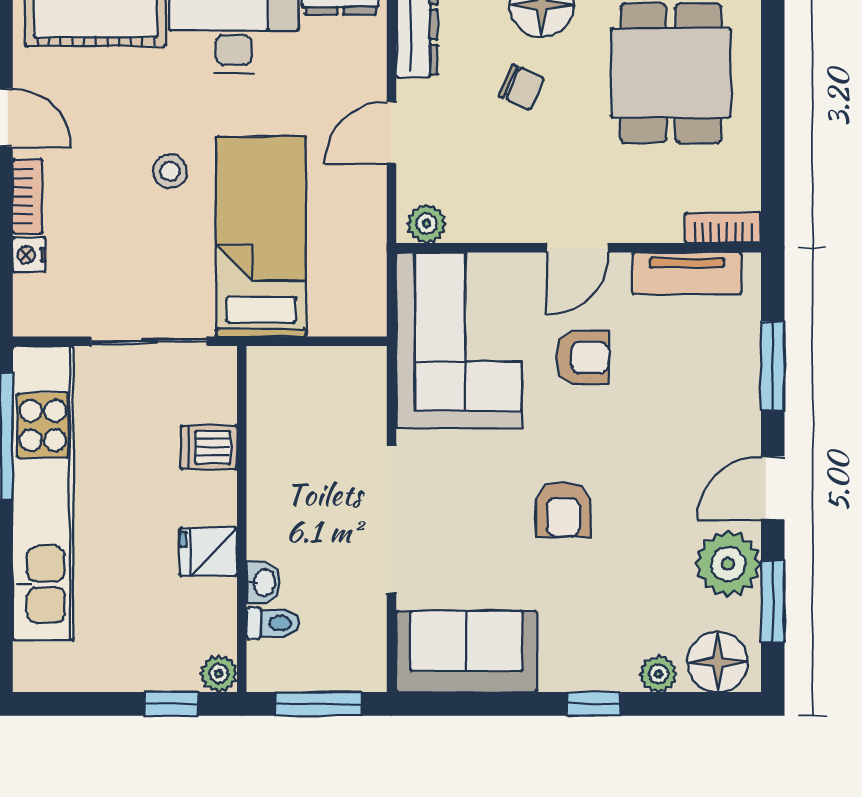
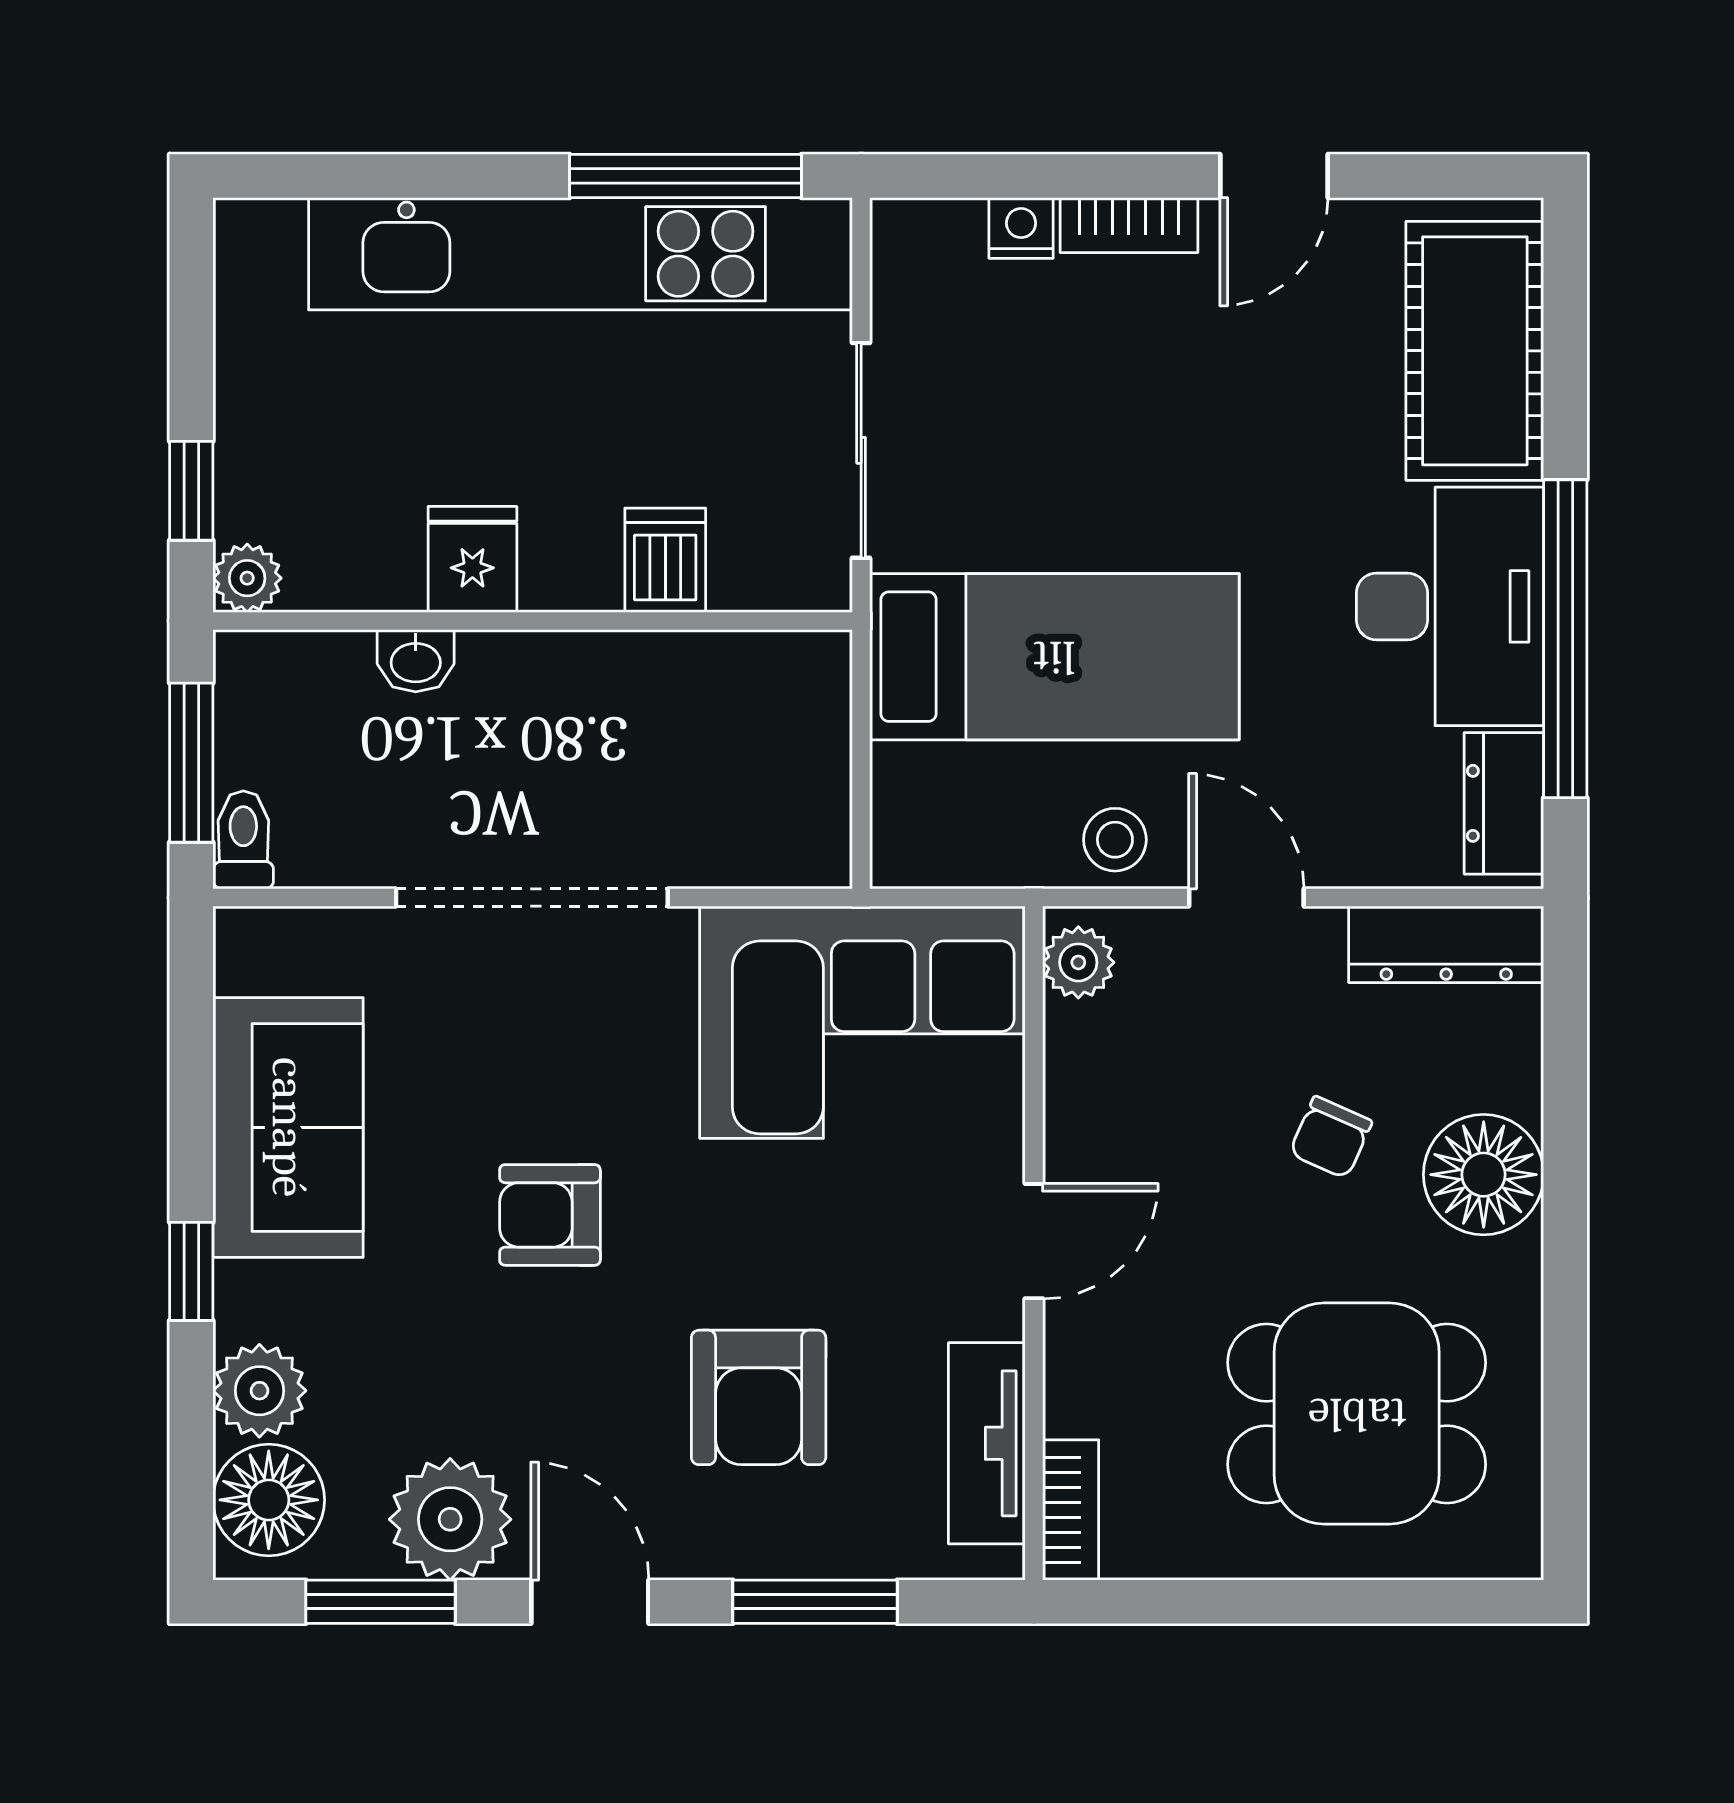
stool: (170, 171) -> (1115, 840), moved
door: (577, 248) -> (1034, 1241), swing flipped
armchair: (583, 358) -> (759, 1397), moved, width x1.38, depth x1.38
toilet: (273, 623) -> (243, 840), moved, turned 180
sofa: (466, 651) -> (288, 1127), moved
plant: (658, 674) -> (259, 1391), width x1.38, depth x1.38

